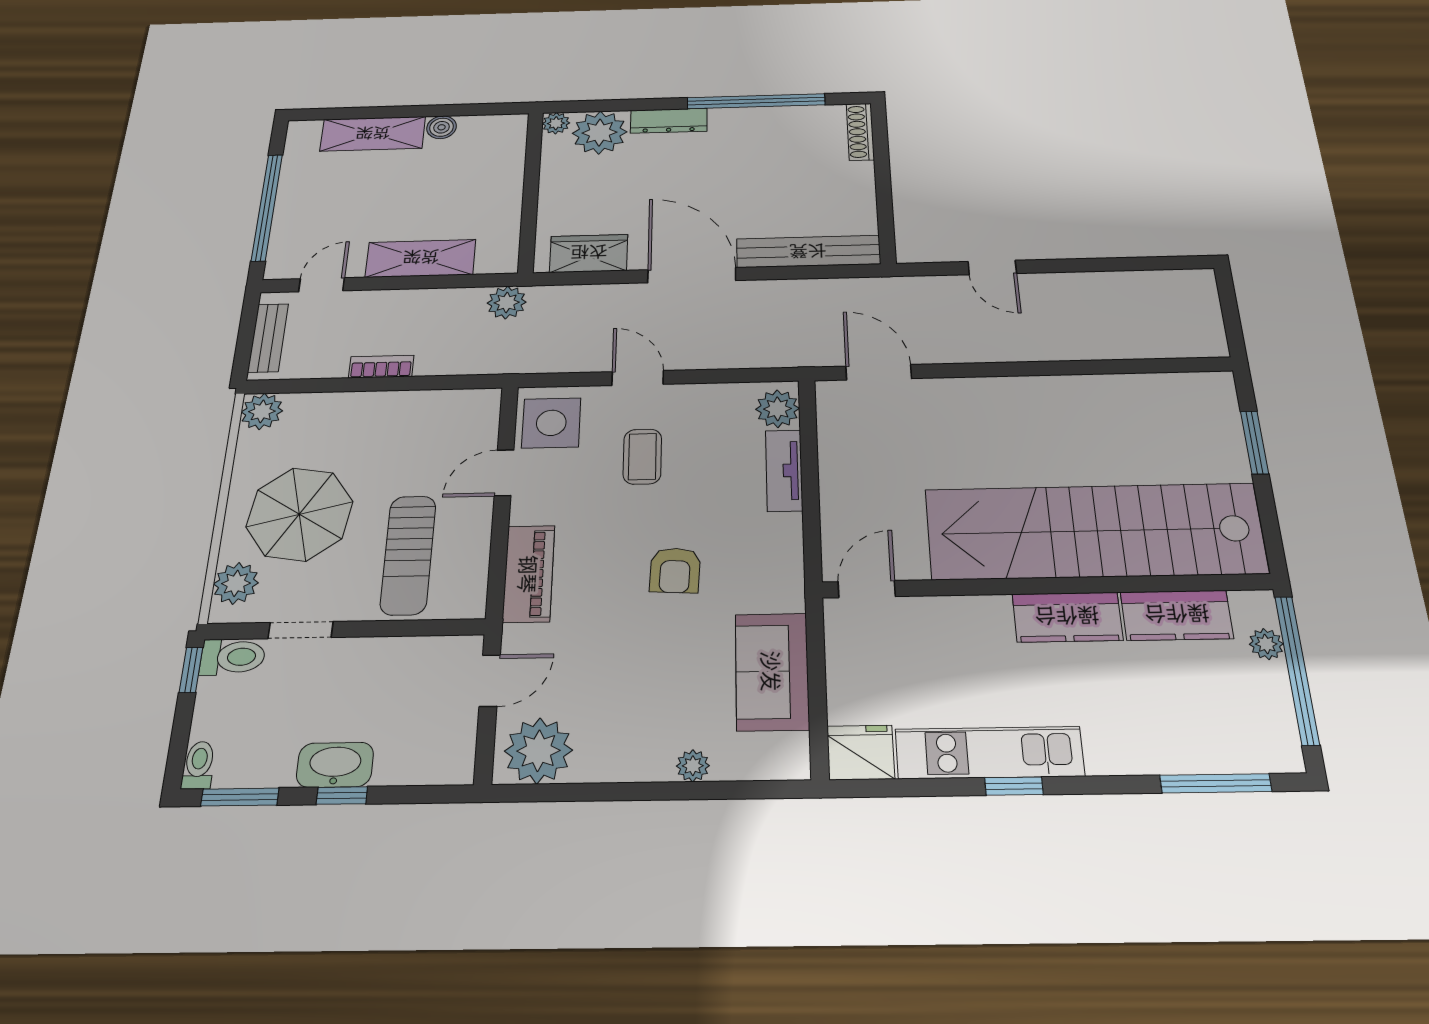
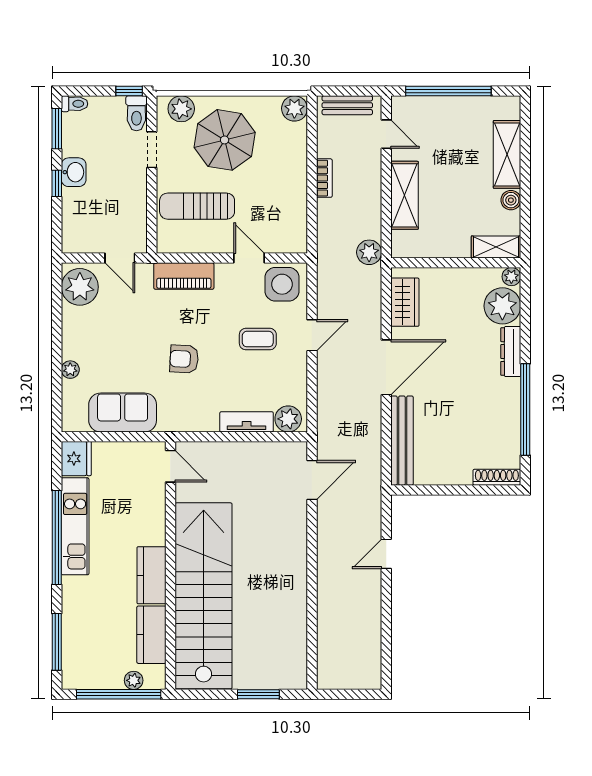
shelving: (510, 143) -> (496, 247), added
washbasin: (335, 765) -> (74, 172), width x0.72
window: (1014, 786) -> (57, 538), width x3.17

